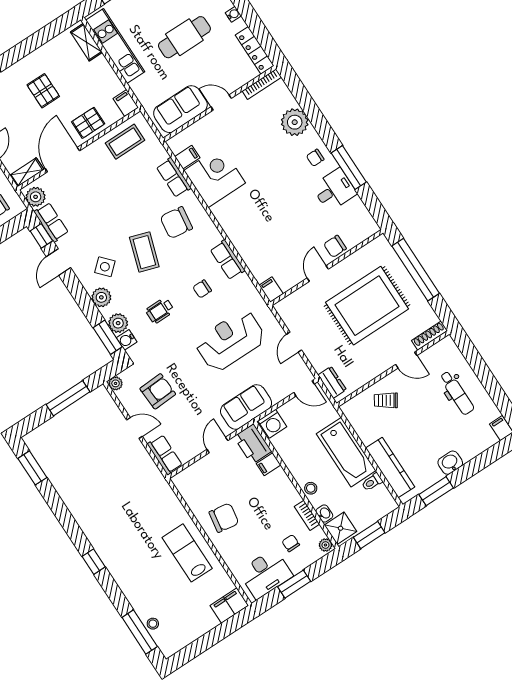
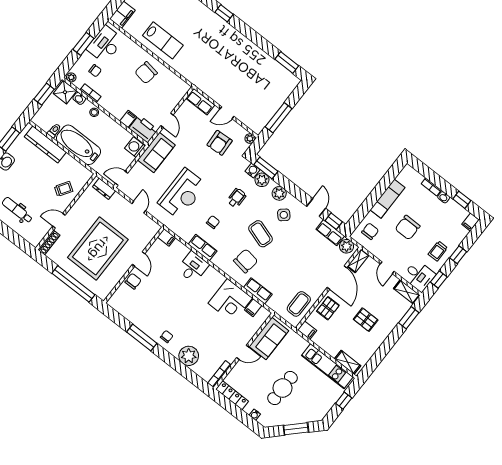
desk: (334, 190) -> (193, 267), moved, turned 180

